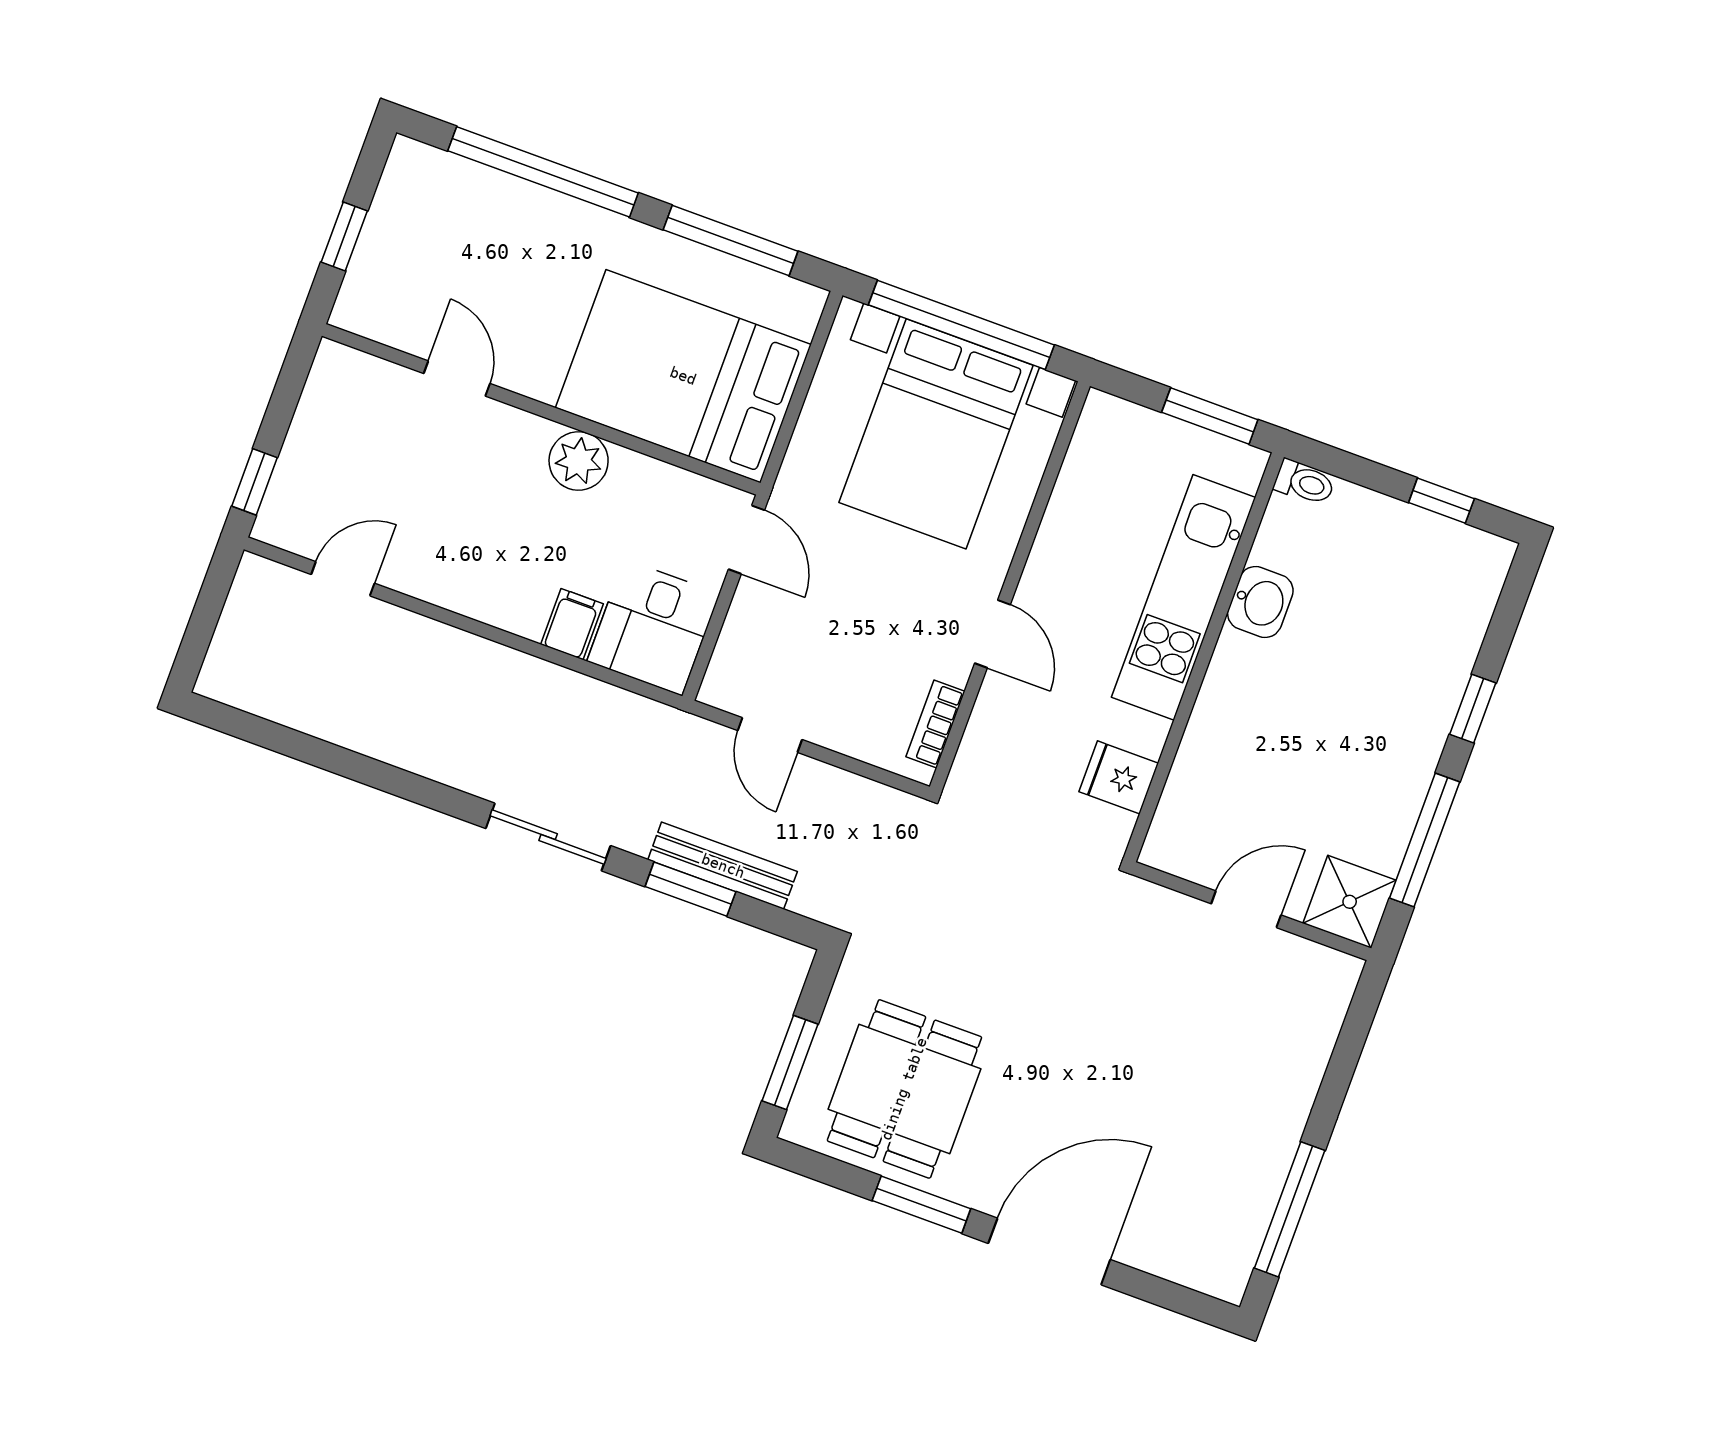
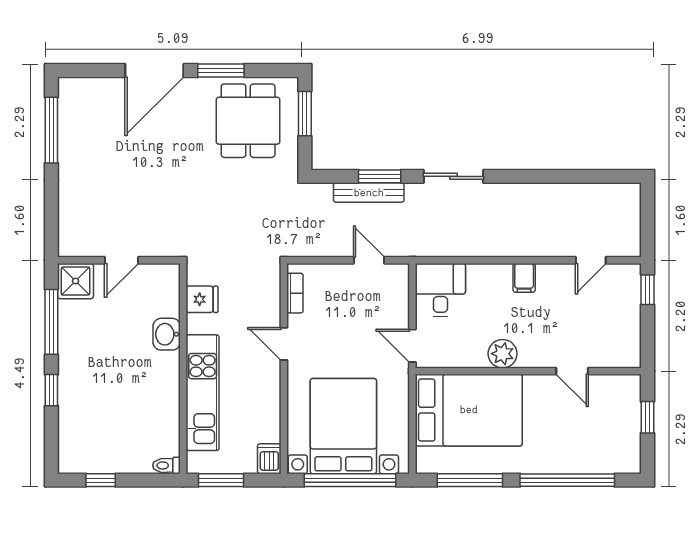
dishwasher: (1102, 423) -> (269, 459), added
washbasin: (1260, 602) -> (167, 334), moved
filing cabinet: (572, 624) -> (524, 278), moved

